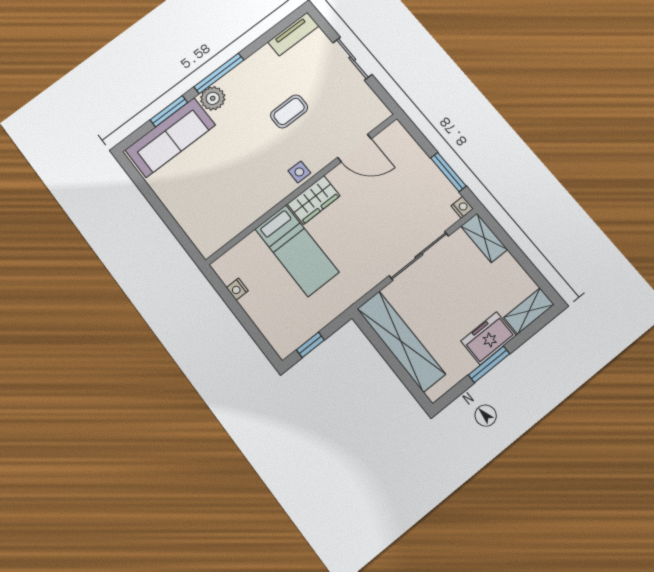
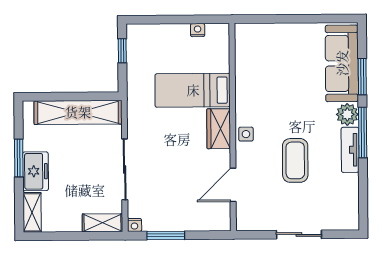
tv unit: (293, 34) -> (350, 150), moved
coffee table: (289, 111) -> (295, 160), width x1.36, depth x1.30

